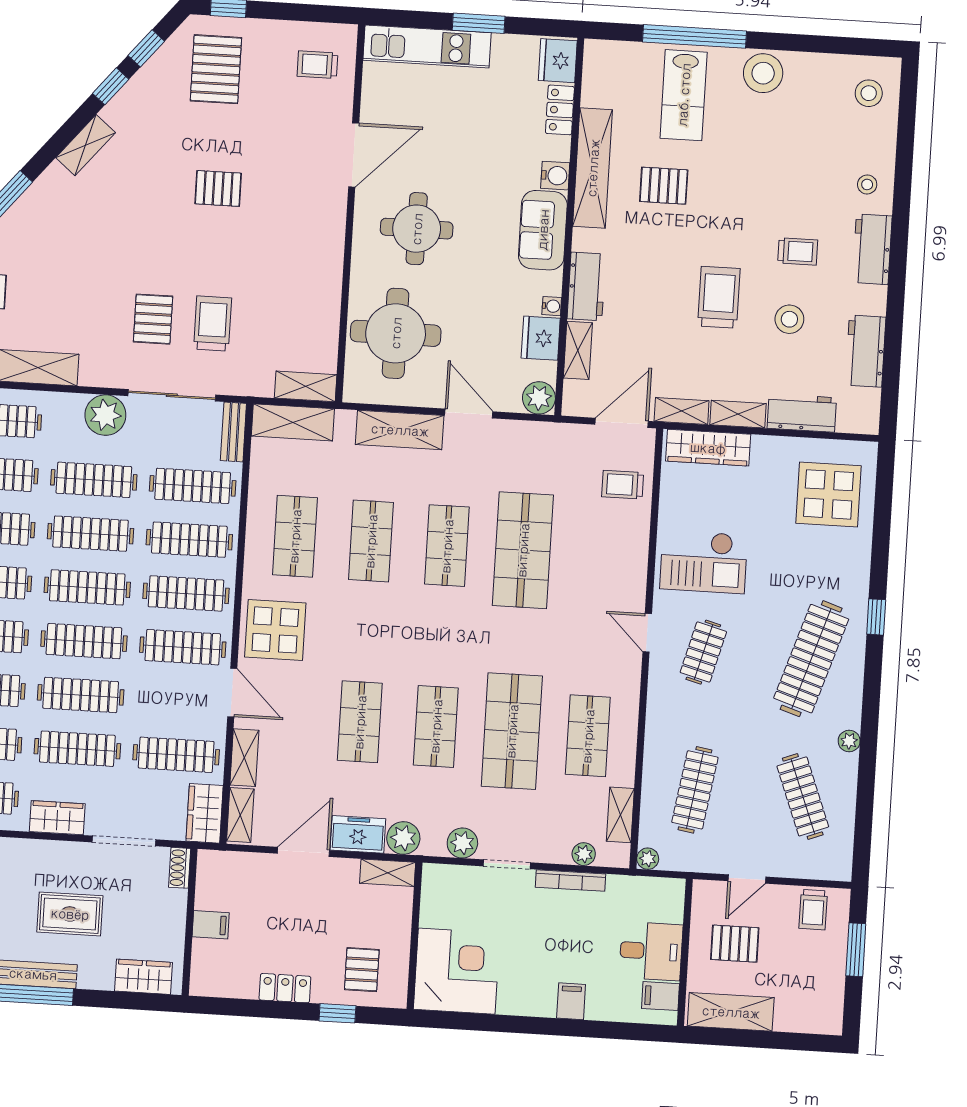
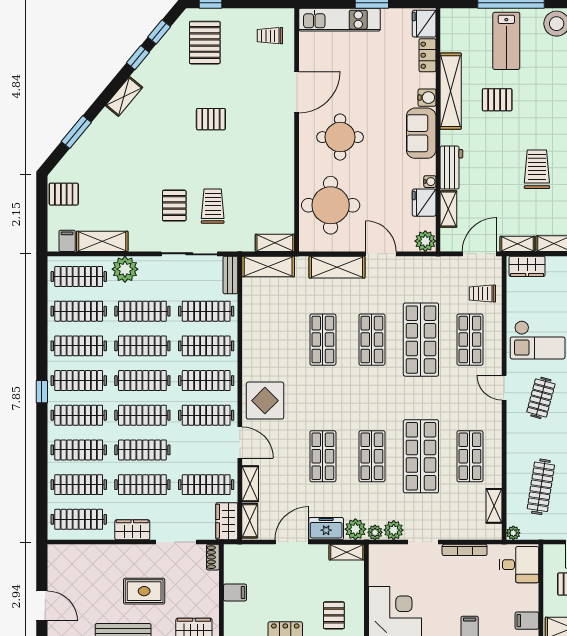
plant: (105, 415) -> (125, 269), moved
wardrobe: (708, 448) -> (527, 266), width x0.67
shop shelf: (295, 536) -> (470, 340), moved
plant: (584, 854) -> (375, 532), moved
desk: (651, 951) -> (519, 565), moved

